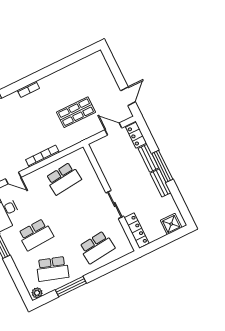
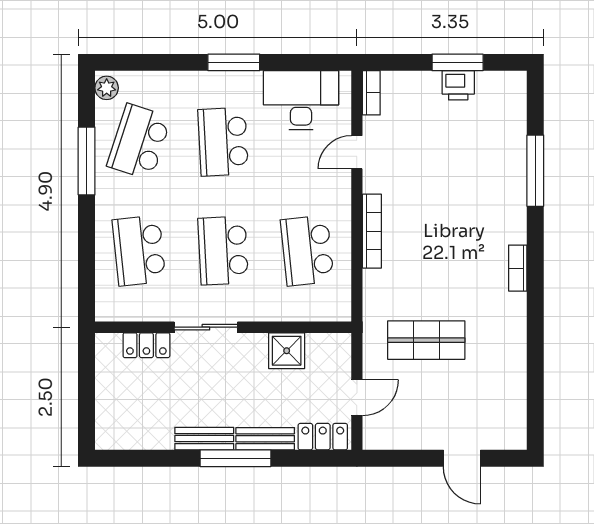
door: (128, 96) -> (462, 458), moved
shop shelf: (76, 112) -> (426, 340), turned 90
school desk: (80, 213) -> (223, 251), added
shower: (171, 224) -> (287, 351), moved
locker: (137, 231) -> (146, 345), width x0.66

